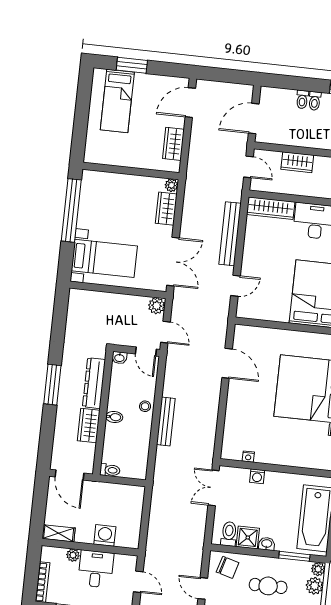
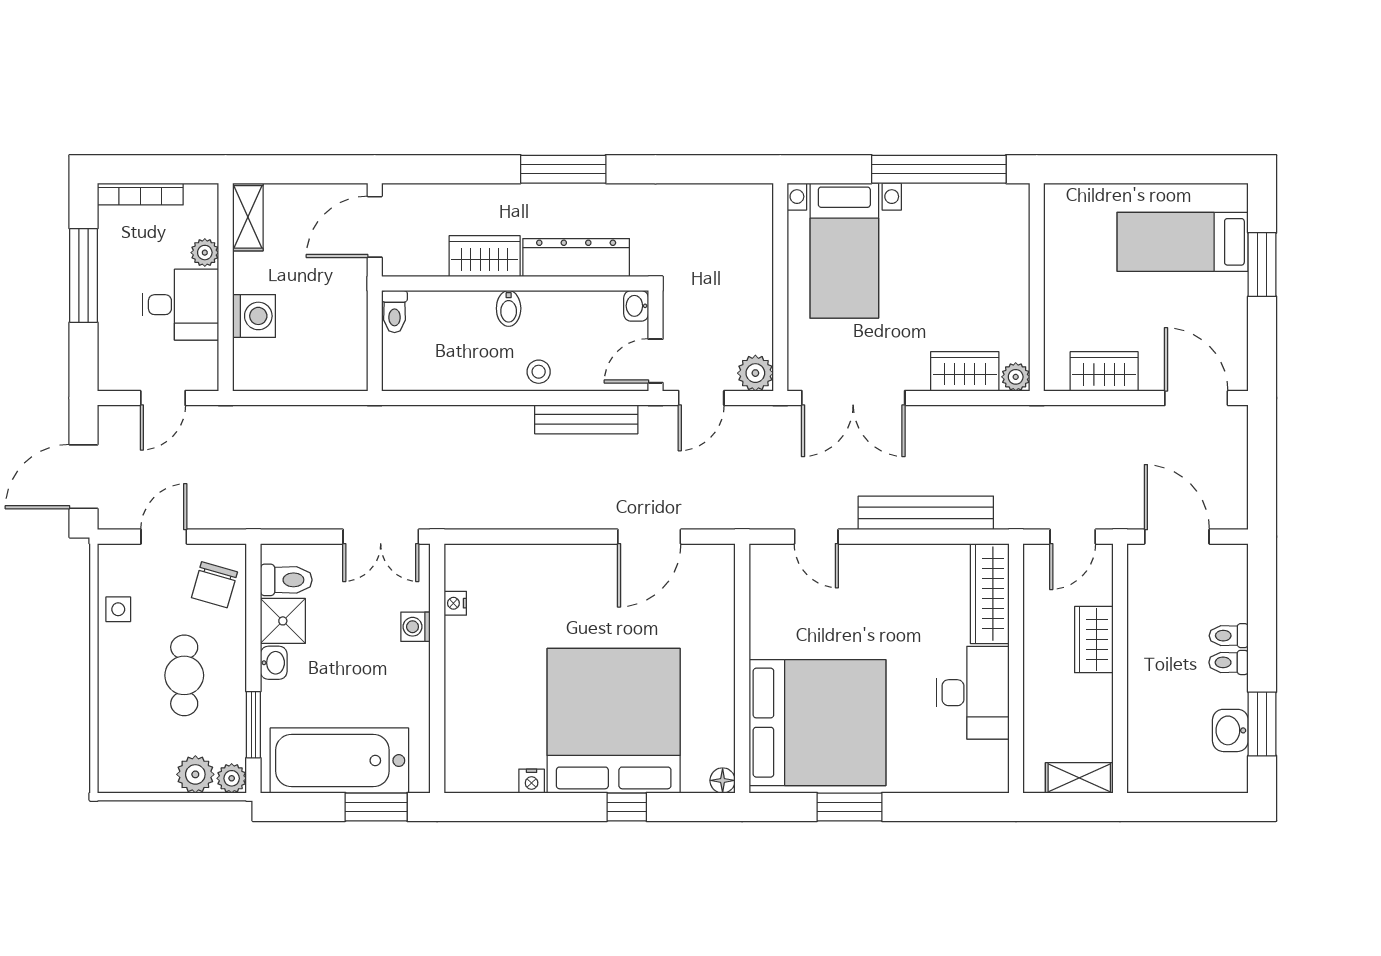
bench: (166, 422) -> (586, 419), moved
double door: (214, 488) -> (381, 537), swing flipped

